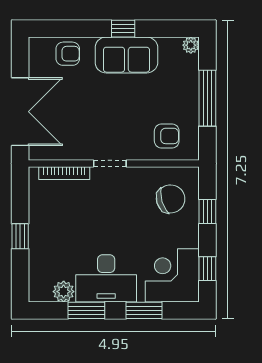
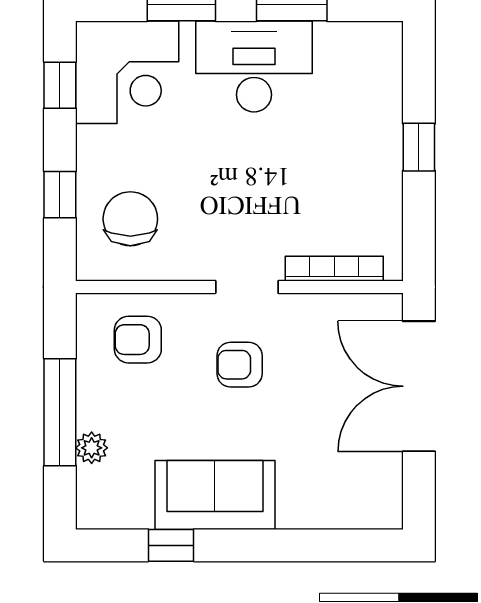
window: (123, 29) -> (171, 545), moved
plant: (191, 45) -> (92, 448), moved
armchair: (68, 54) -> (240, 365), moved
chair: (171, 199) -> (130, 219), turned 107
plant: (64, 292) -> (336, 41), removed

